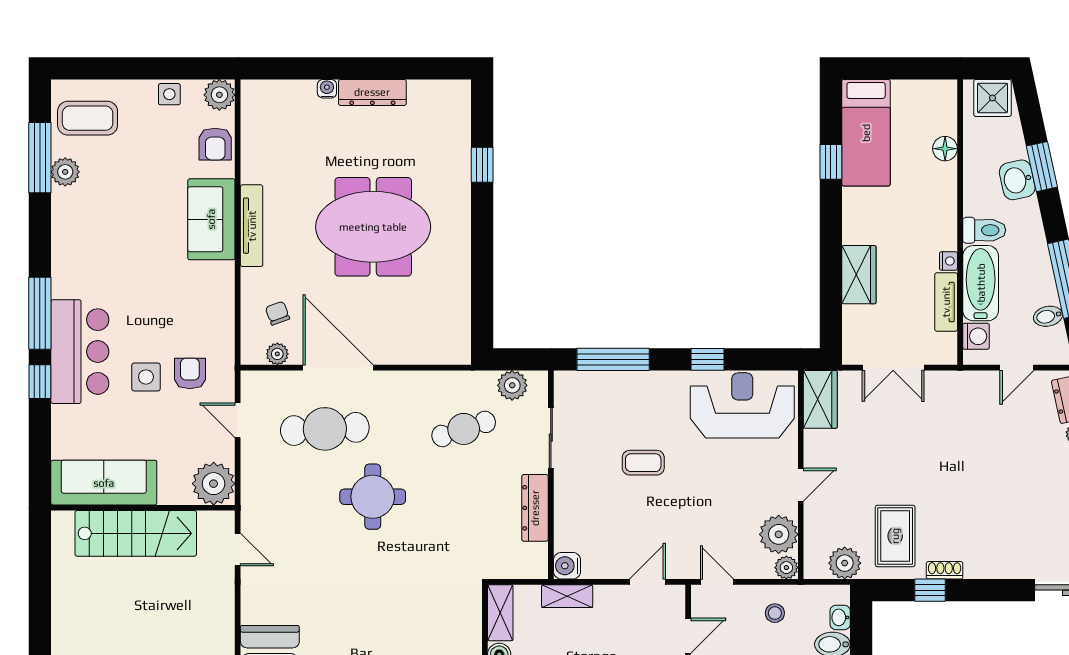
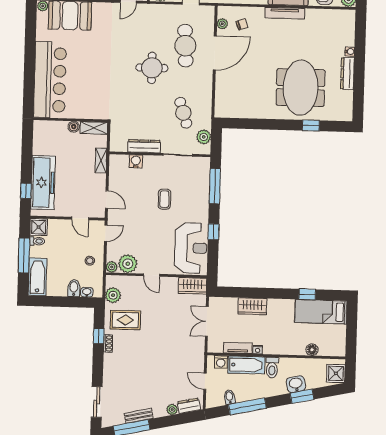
meeting table: (373, 227) -> (301, 88), moved
water cooler: (567, 566) -> (136, 161), moved

